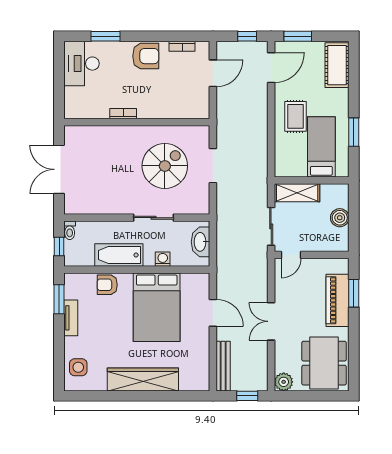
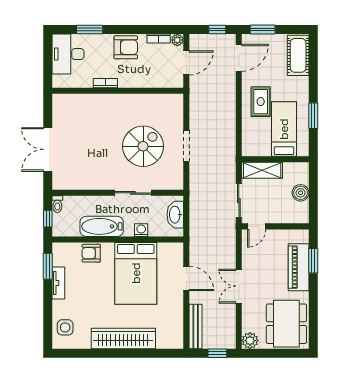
plant: (203, 48) -> (177, 40), added
bookcase: (123, 114) -> (105, 83), moved
wall: (137, 122) -> (118, 91), moved

